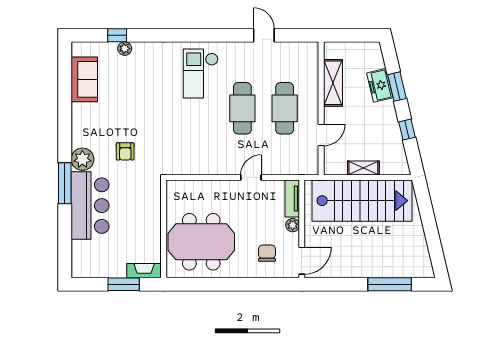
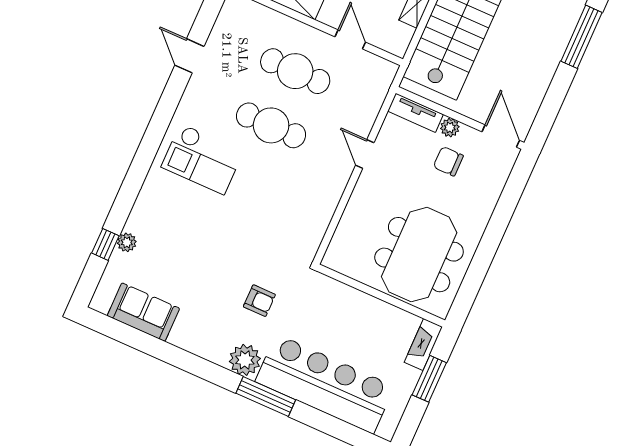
door: (264, 35) -> (189, 56), hinge flipped
bar counter: (90, 206) -> (325, 384), width x1.36
chair: (267, 253) -> (448, 161), moved

